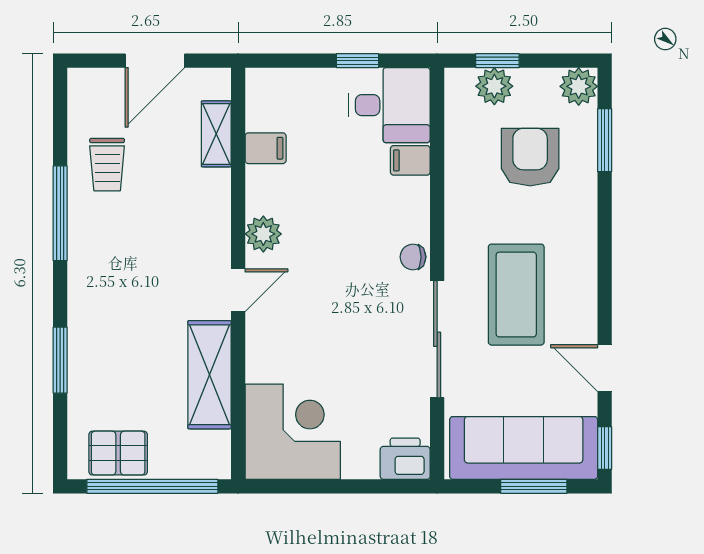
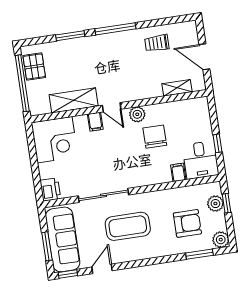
filing cabinet: (266, 148) -> (95, 122), moved
window: (60, 213) -> (115, 29), moved
chair: (413, 257) -> (155, 137), moved, width x1.87, depth x1.87

